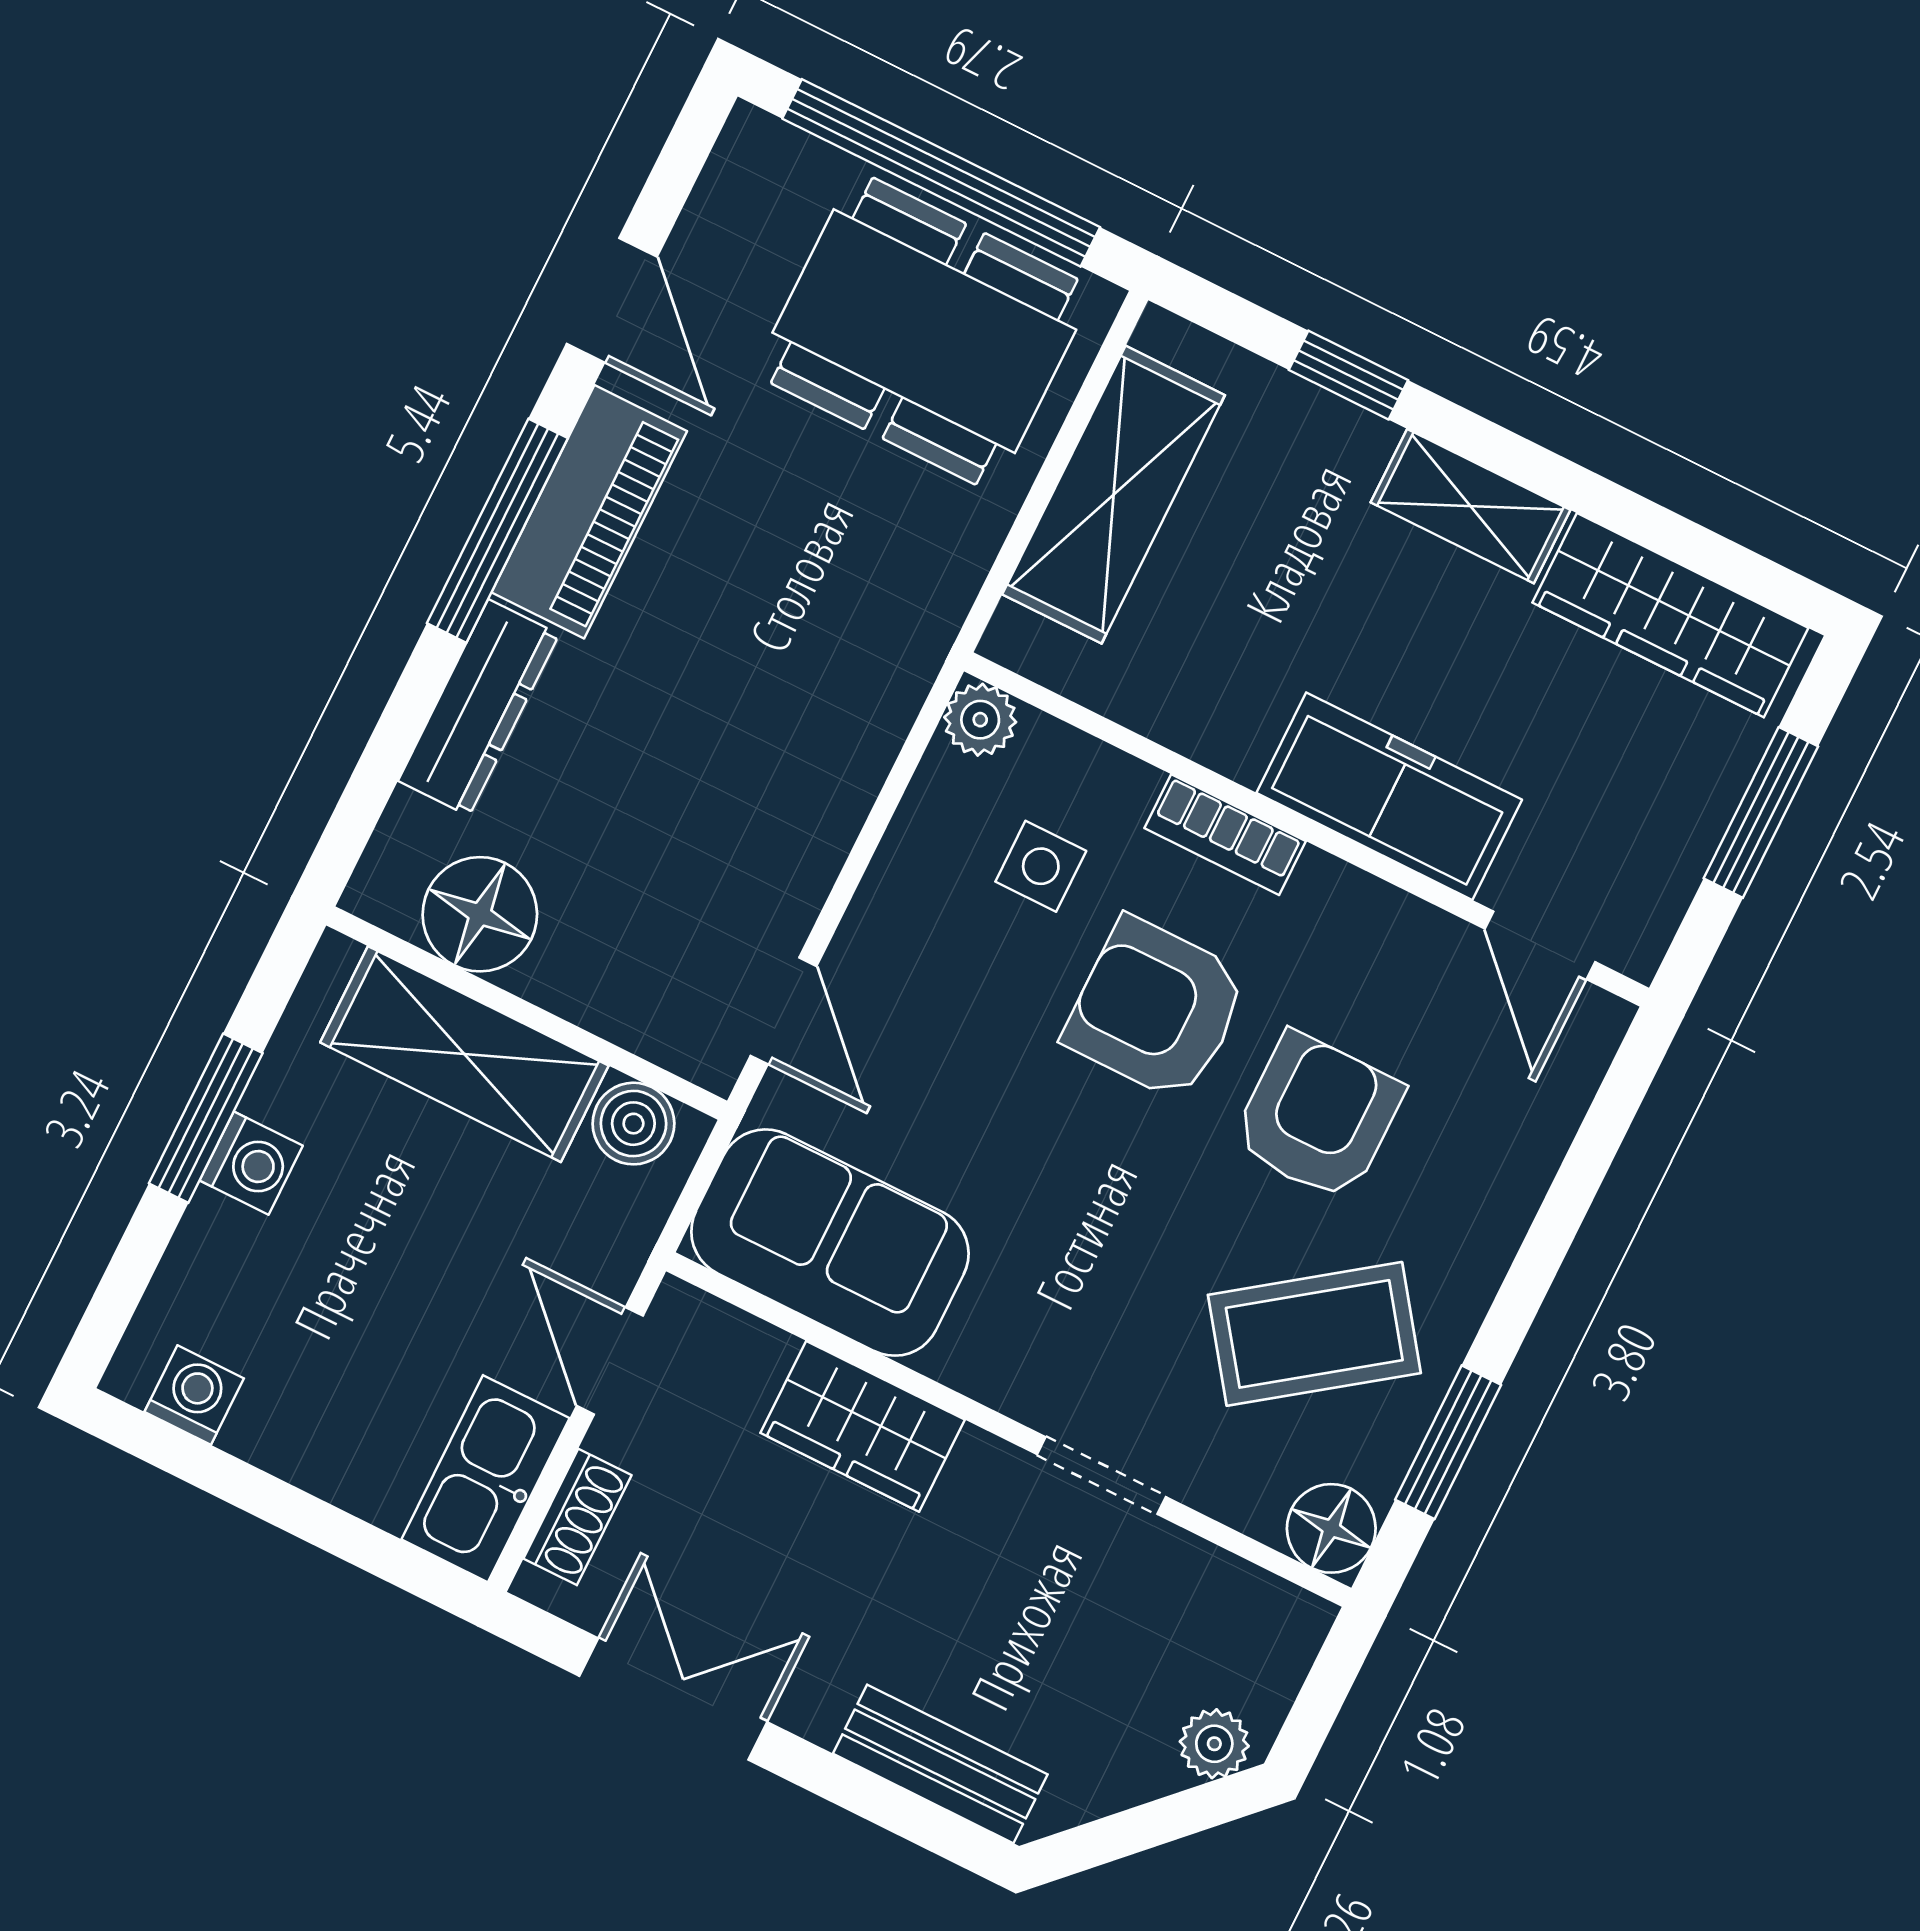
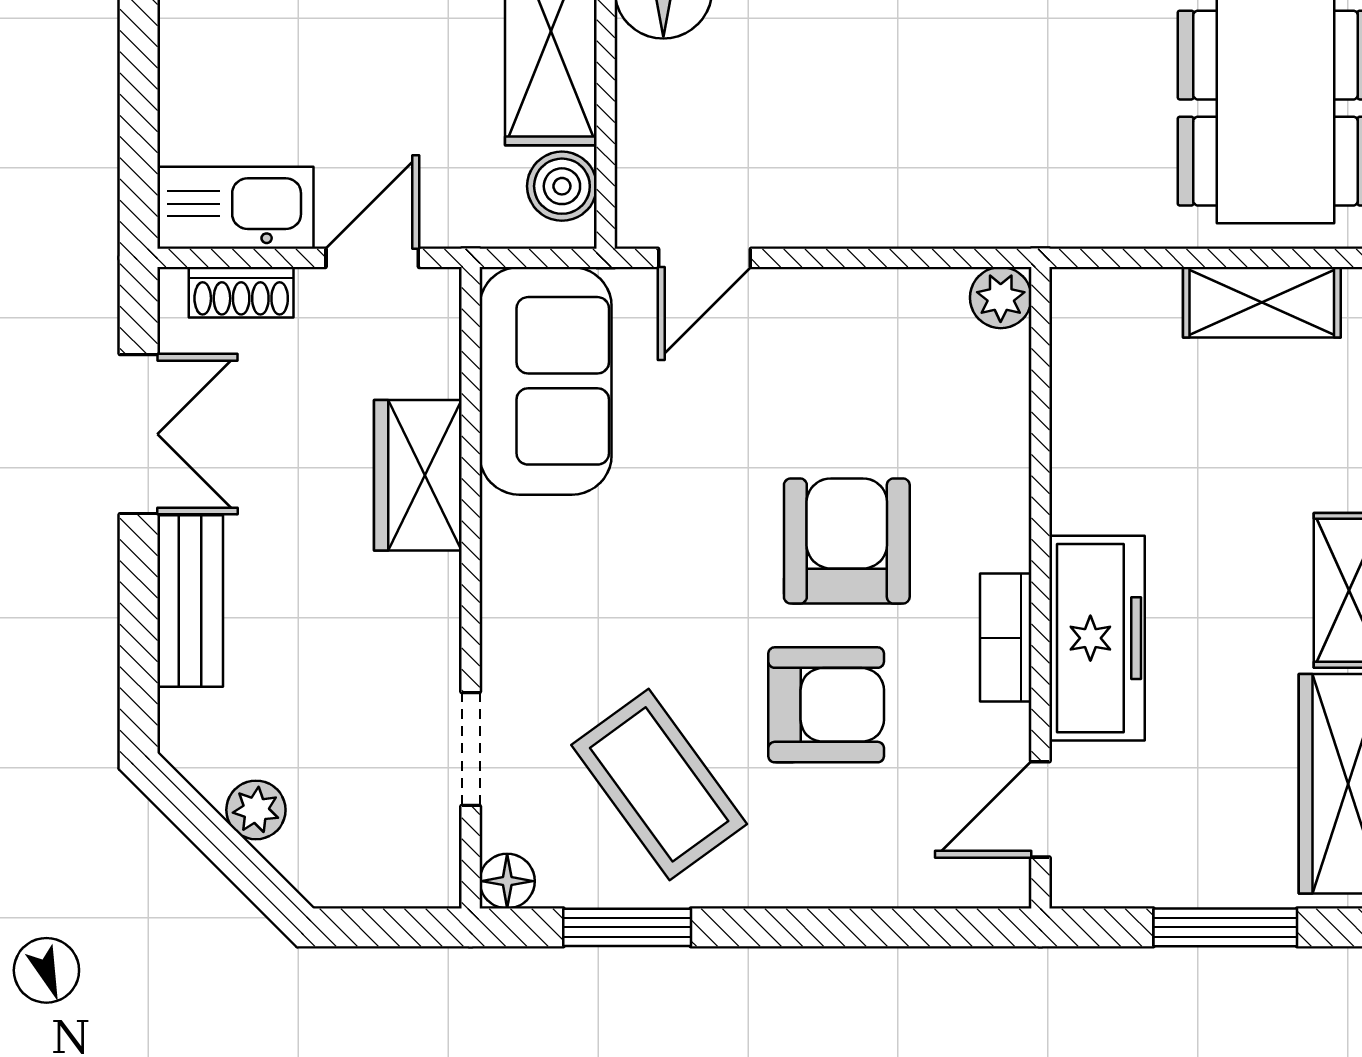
shelving: (1114, 495) -> (1262, 302), width x0.67, depth x0.75
bookcase: (1225, 835) -> (1006, 638), moved
side table: (1041, 866) -> (912, 399), removed
doorway: (1101, 1476) -> (471, 749), moved
floor lamp: (1331, 1528) -> (507, 881), width x0.73, depth x0.73
plant: (1214, 1744) -> (256, 810), moved
bench: (940, 1764) -> (190, 601), moved

